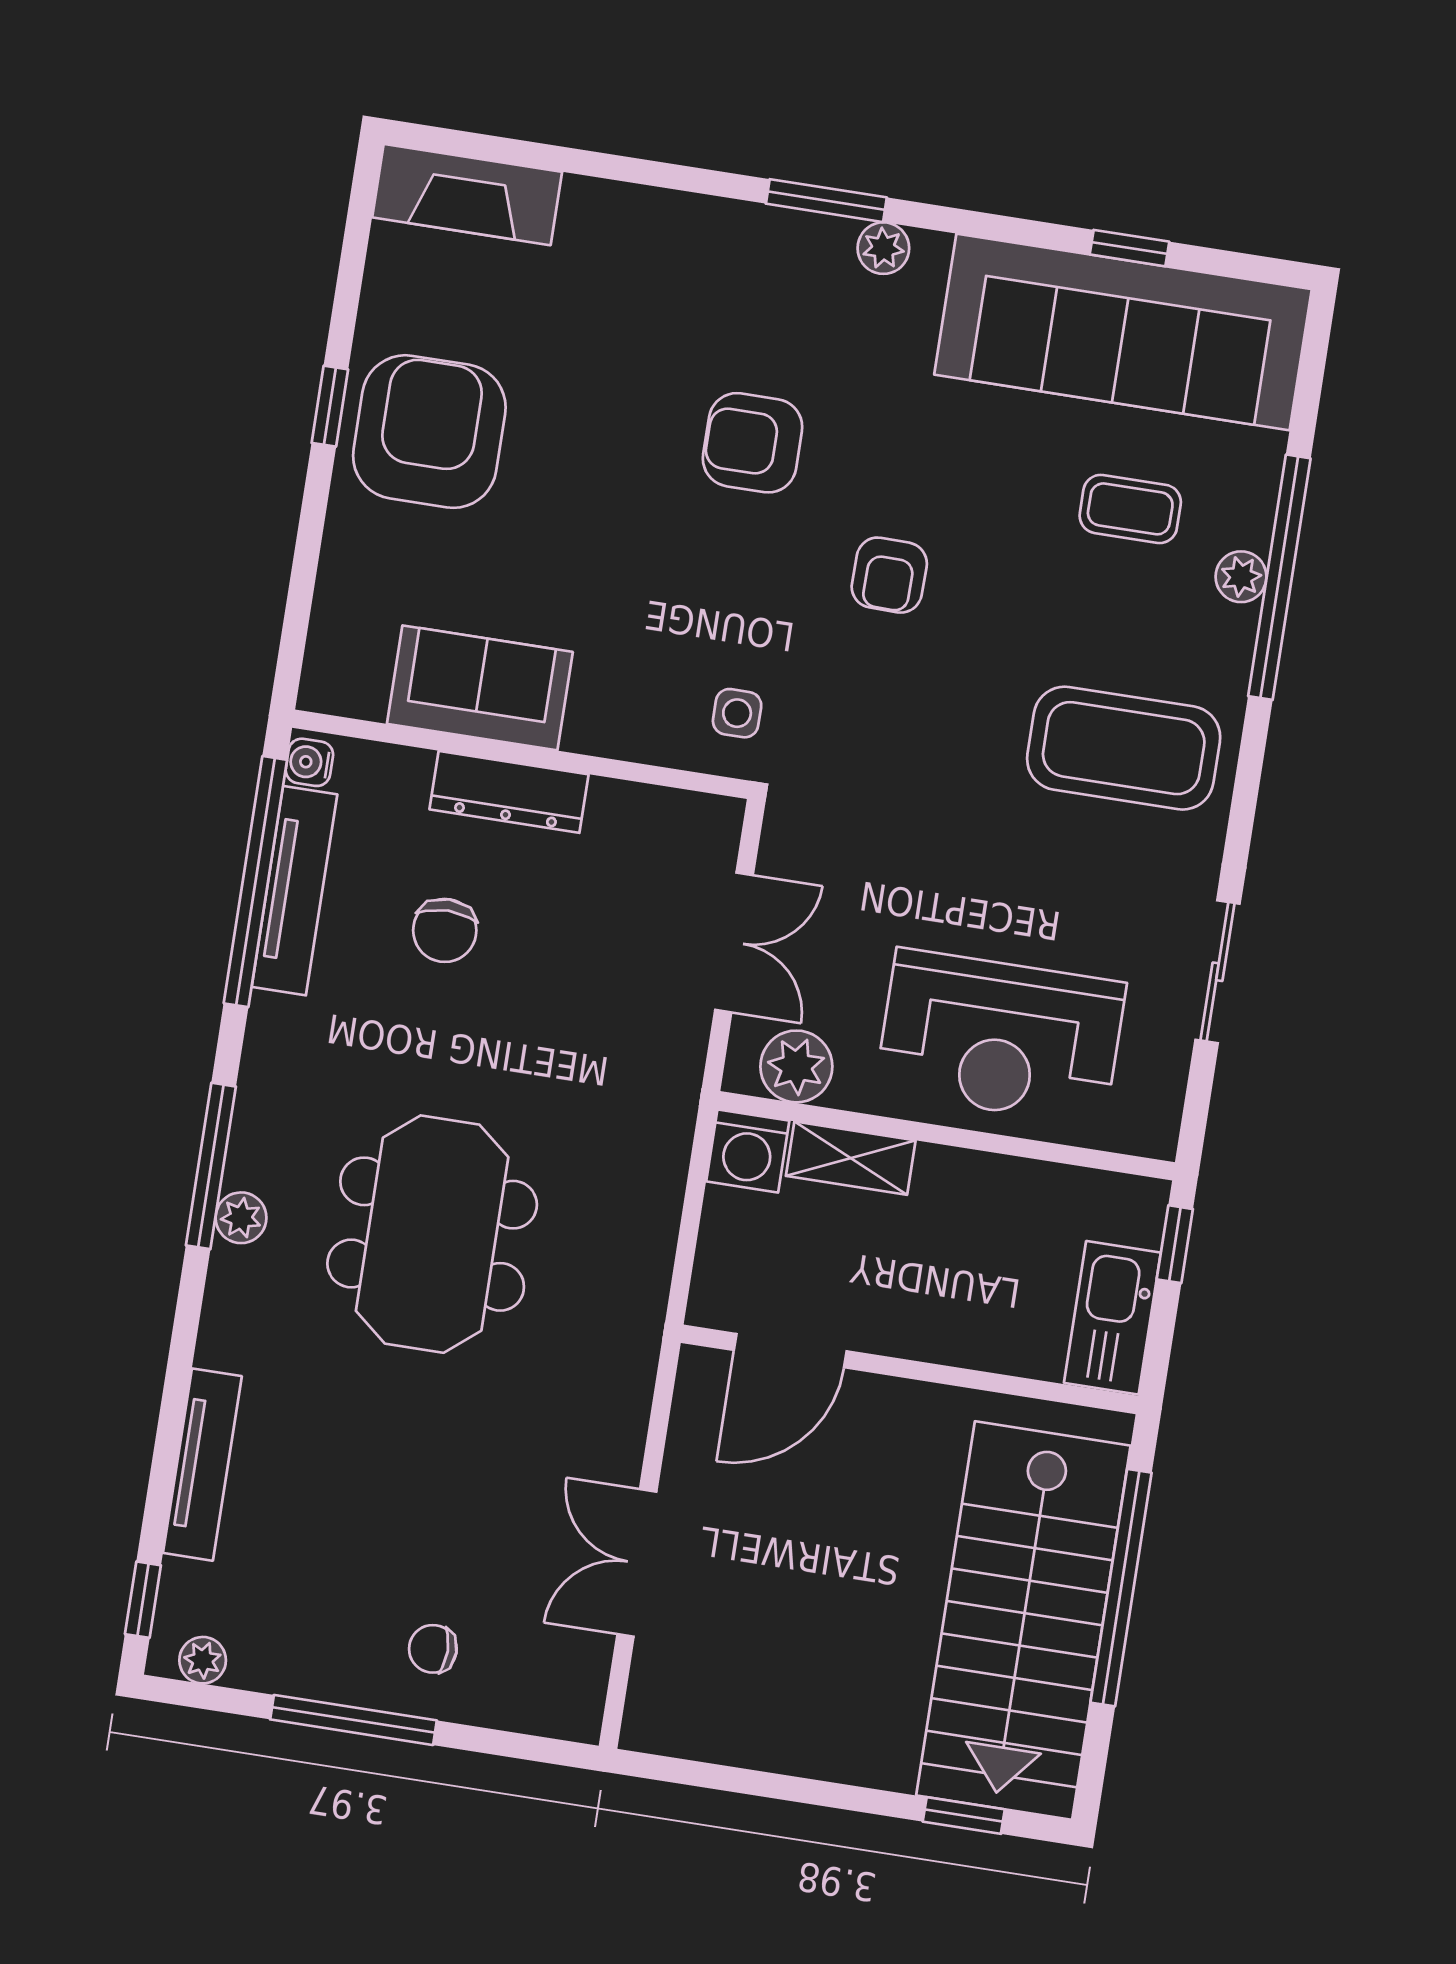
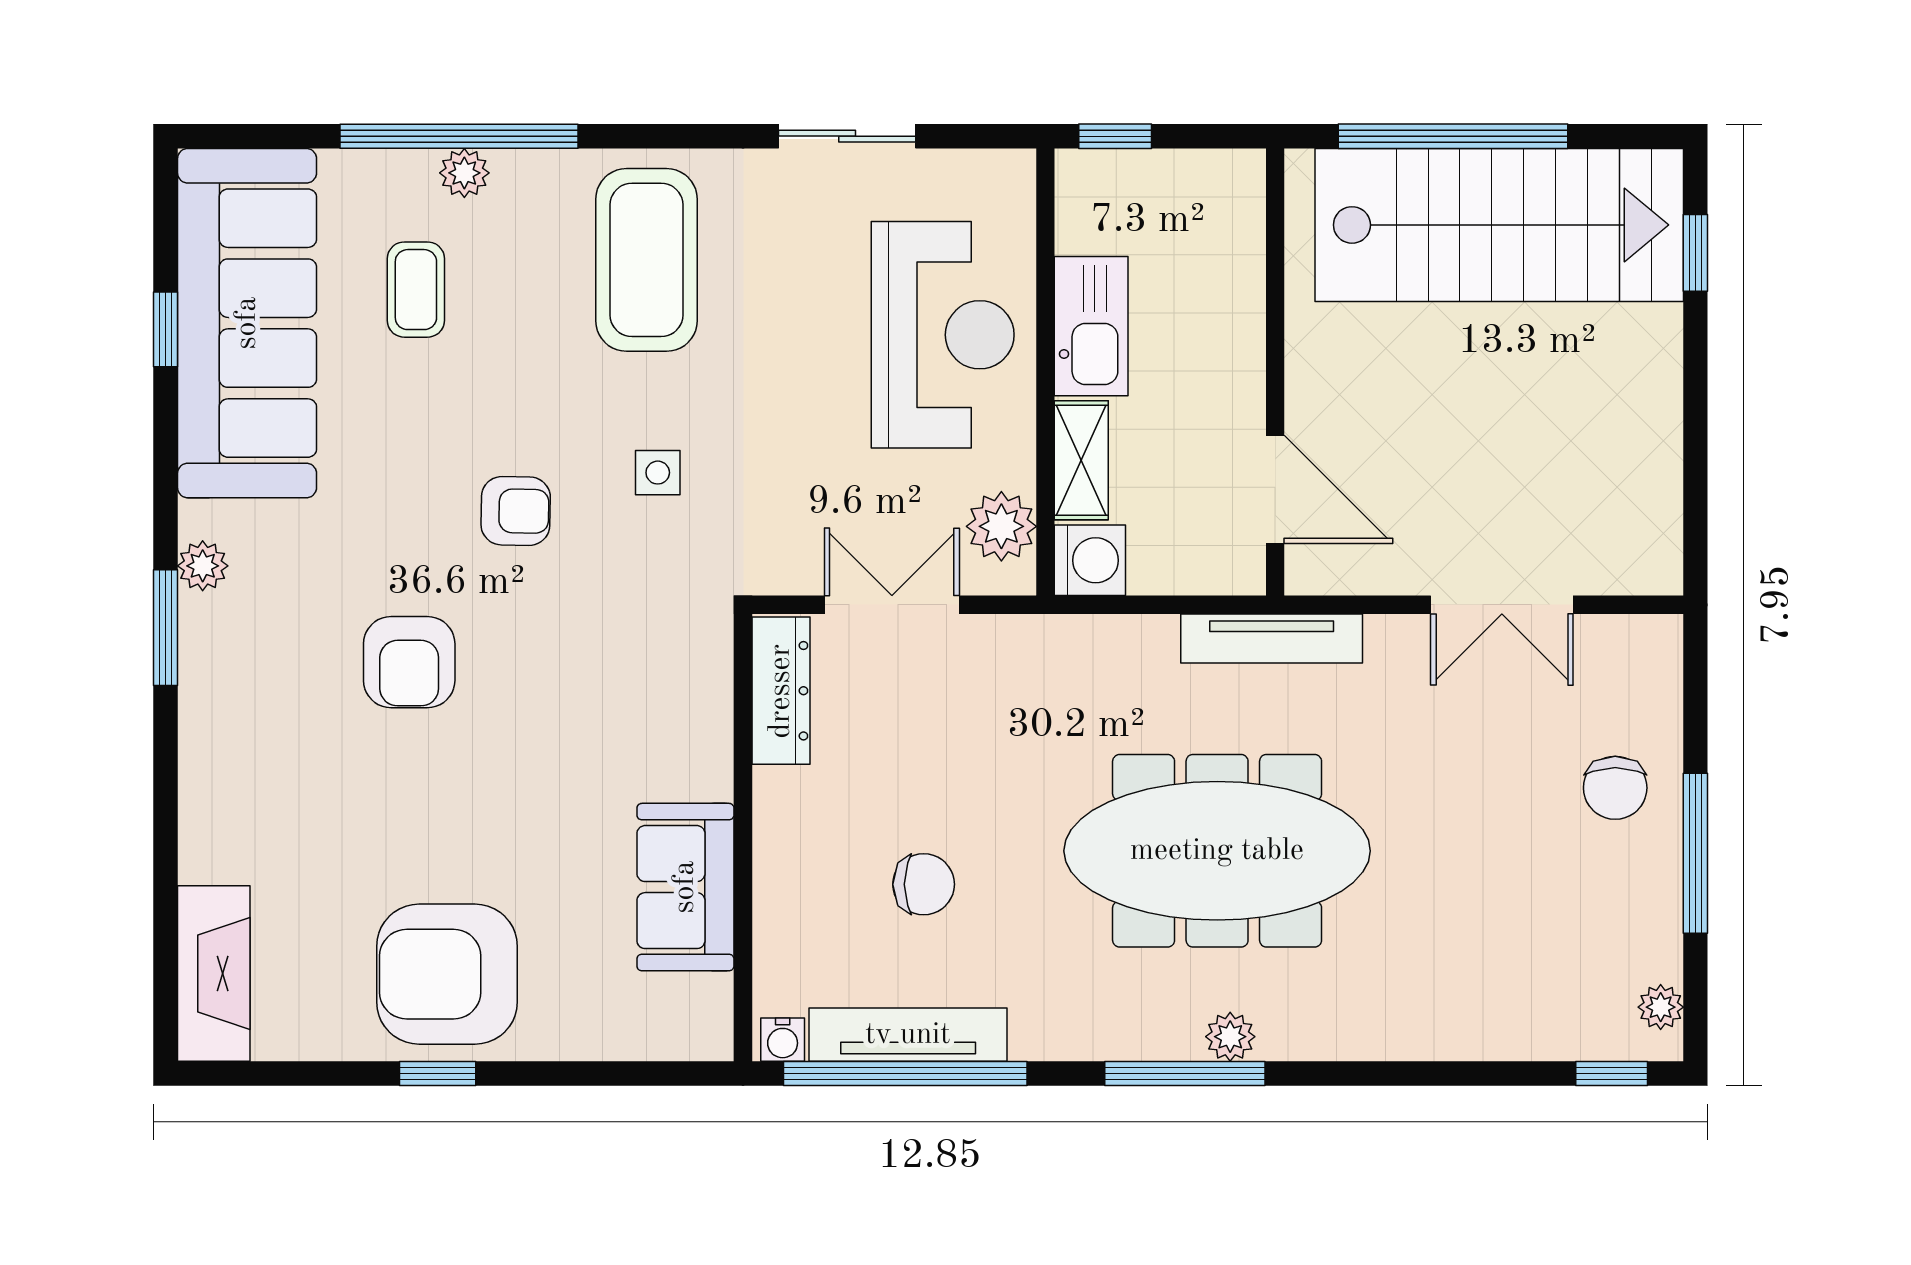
side table: (737, 713) -> (658, 473), moved
dresser: (509, 792) -> (781, 691), moved
meeting table: (432, 1234) -> (1217, 851), width x1.36
kitchen sink: (1112, 1318) -> (1091, 326), moved, turned -90
tv unit: (202, 1465) -> (1272, 638), moved, turned 180
chair: (433, 1649) -> (1615, 788), width x1.37, depth x1.37

